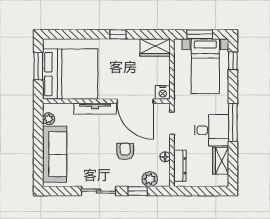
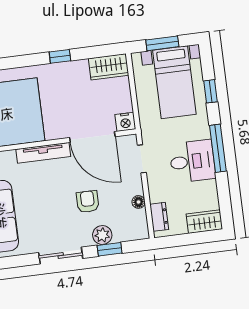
window: (233, 61) -> (211, 91), moved
wardrobe: (221, 161) -> (204, 222), moved, turned 90
dresser: (180, 166) -> (159, 217), width x0.70
plant: (150, 179) -> (102, 235), moved

